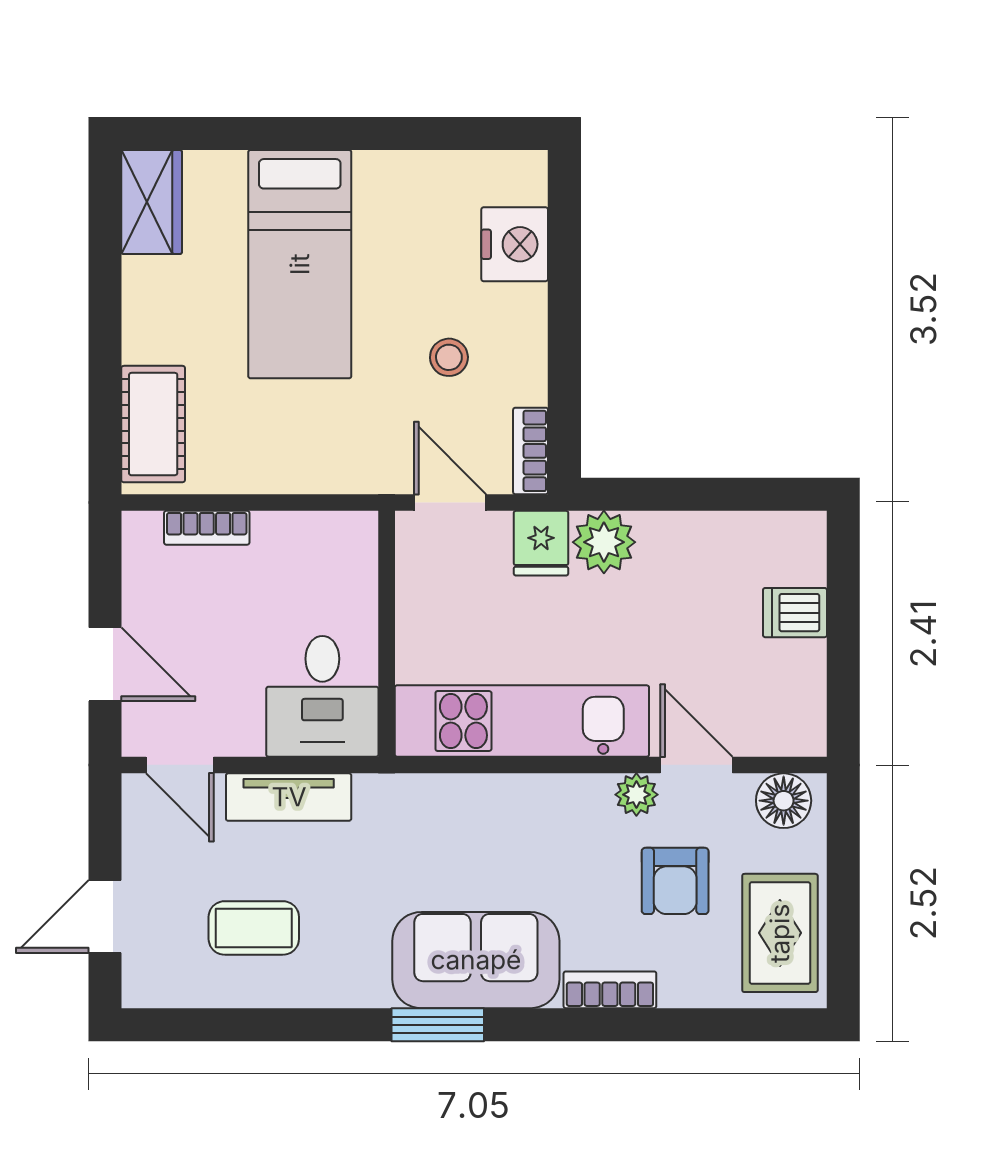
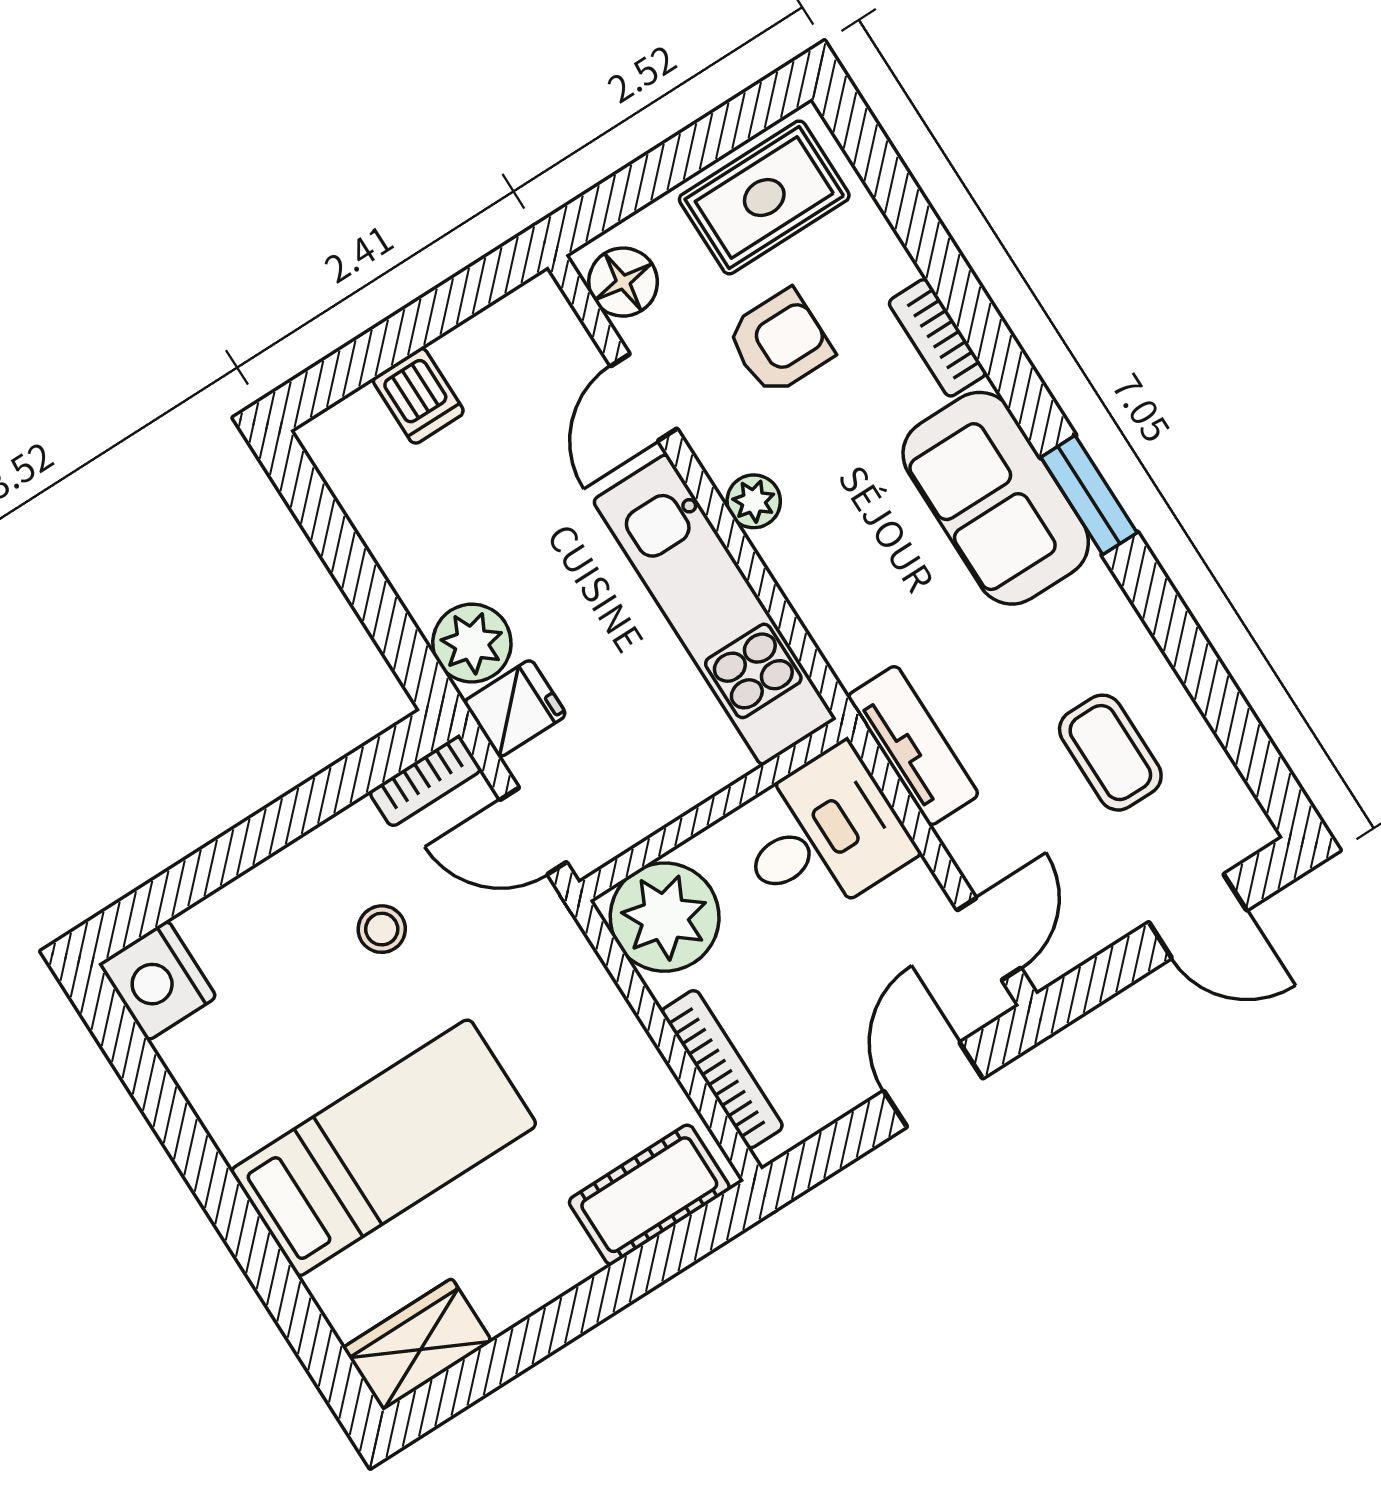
nightstand: (515, 244) -> (158, 981), moved, turned -90
door: (450, 503) -> (533, 831), hinge flipped
bookcase: (207, 528) -> (722, 1069), width x1.56
plant: (335, 554) -> (665, 917), added
plant: (636, 795) -> (754, 501), moved
tv unit: (289, 797) -> (913, 746), moved

